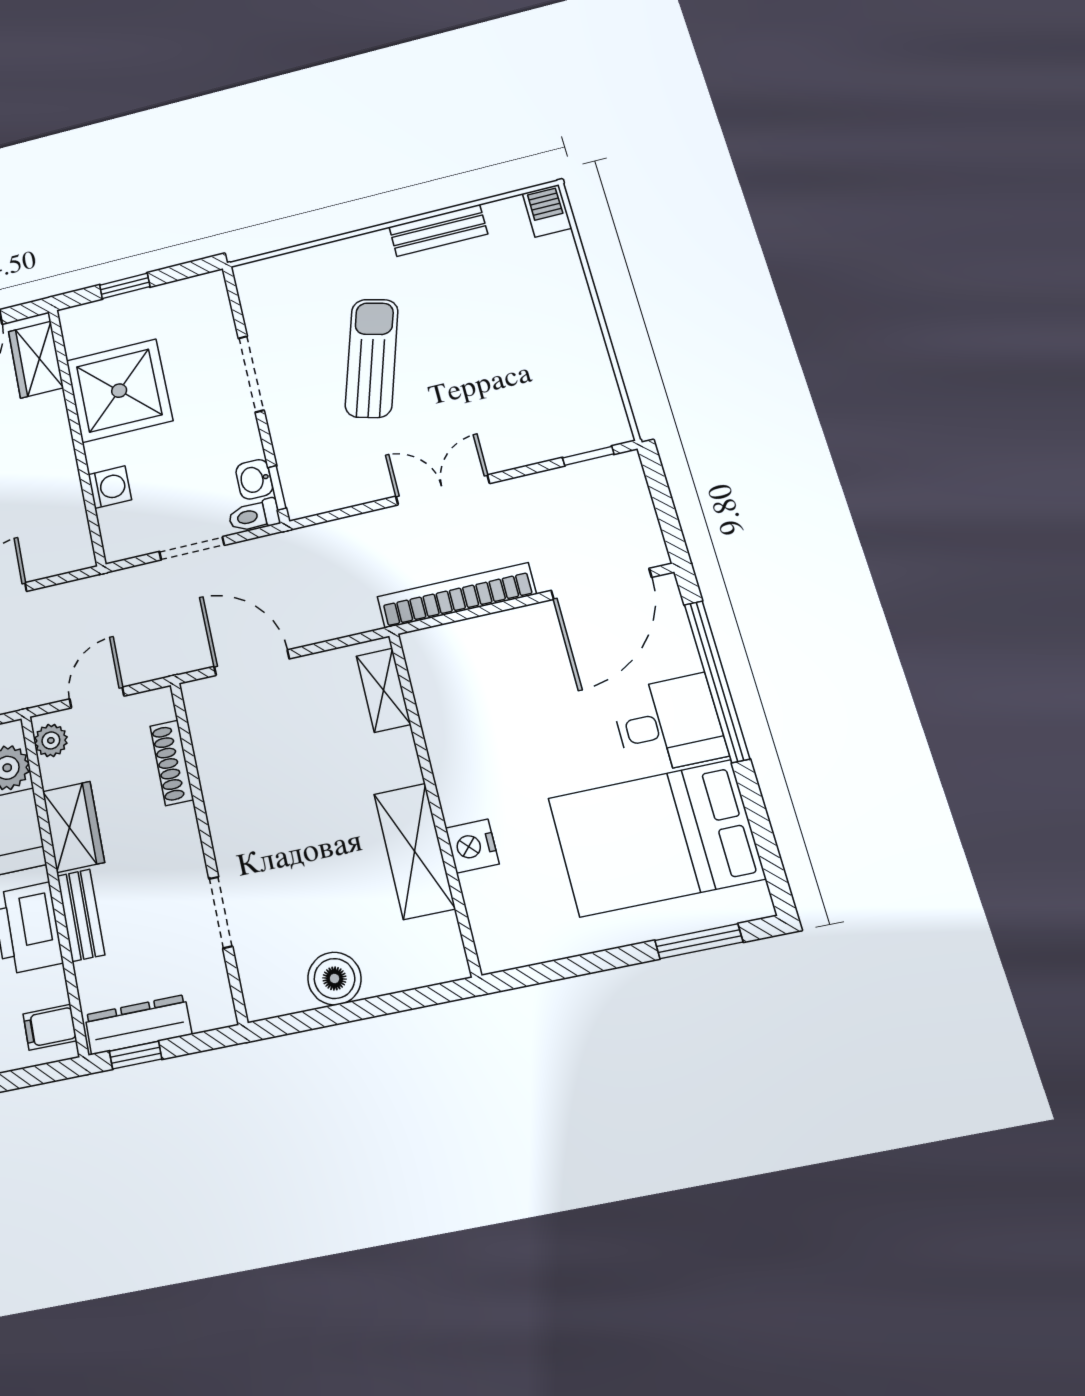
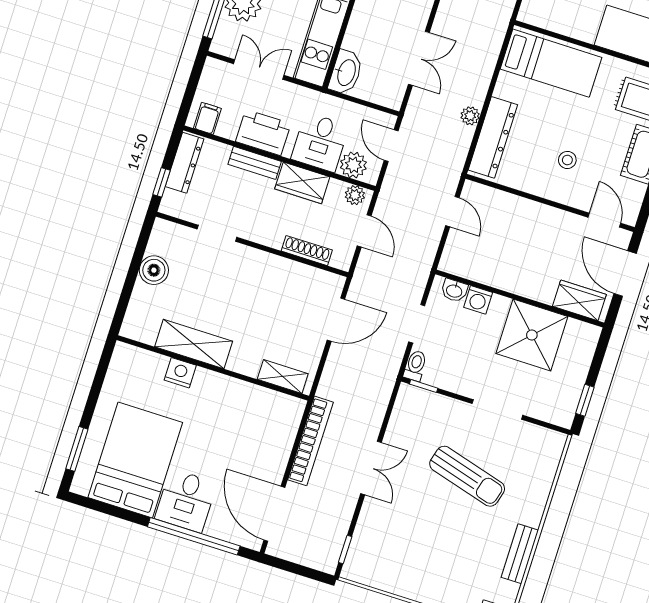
window: (125, 286) -> (585, 400), moved
washbasin: (254, 479) -> (454, 291), moved, turned 180
window: (136, 1055) -> (161, 182), moved

